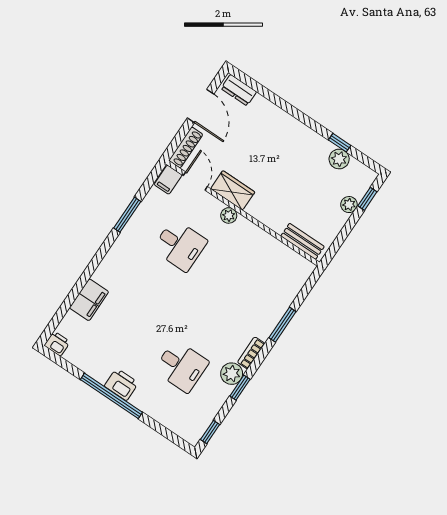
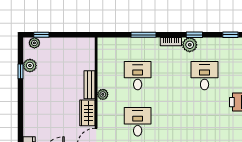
plant: (349, 205) -> (34, 43), moved
plant: (229, 215) -> (103, 94), moved
bench: (303, 241) -> (89, 85), moved
desk: (237, 284) -> (138, 76), added

